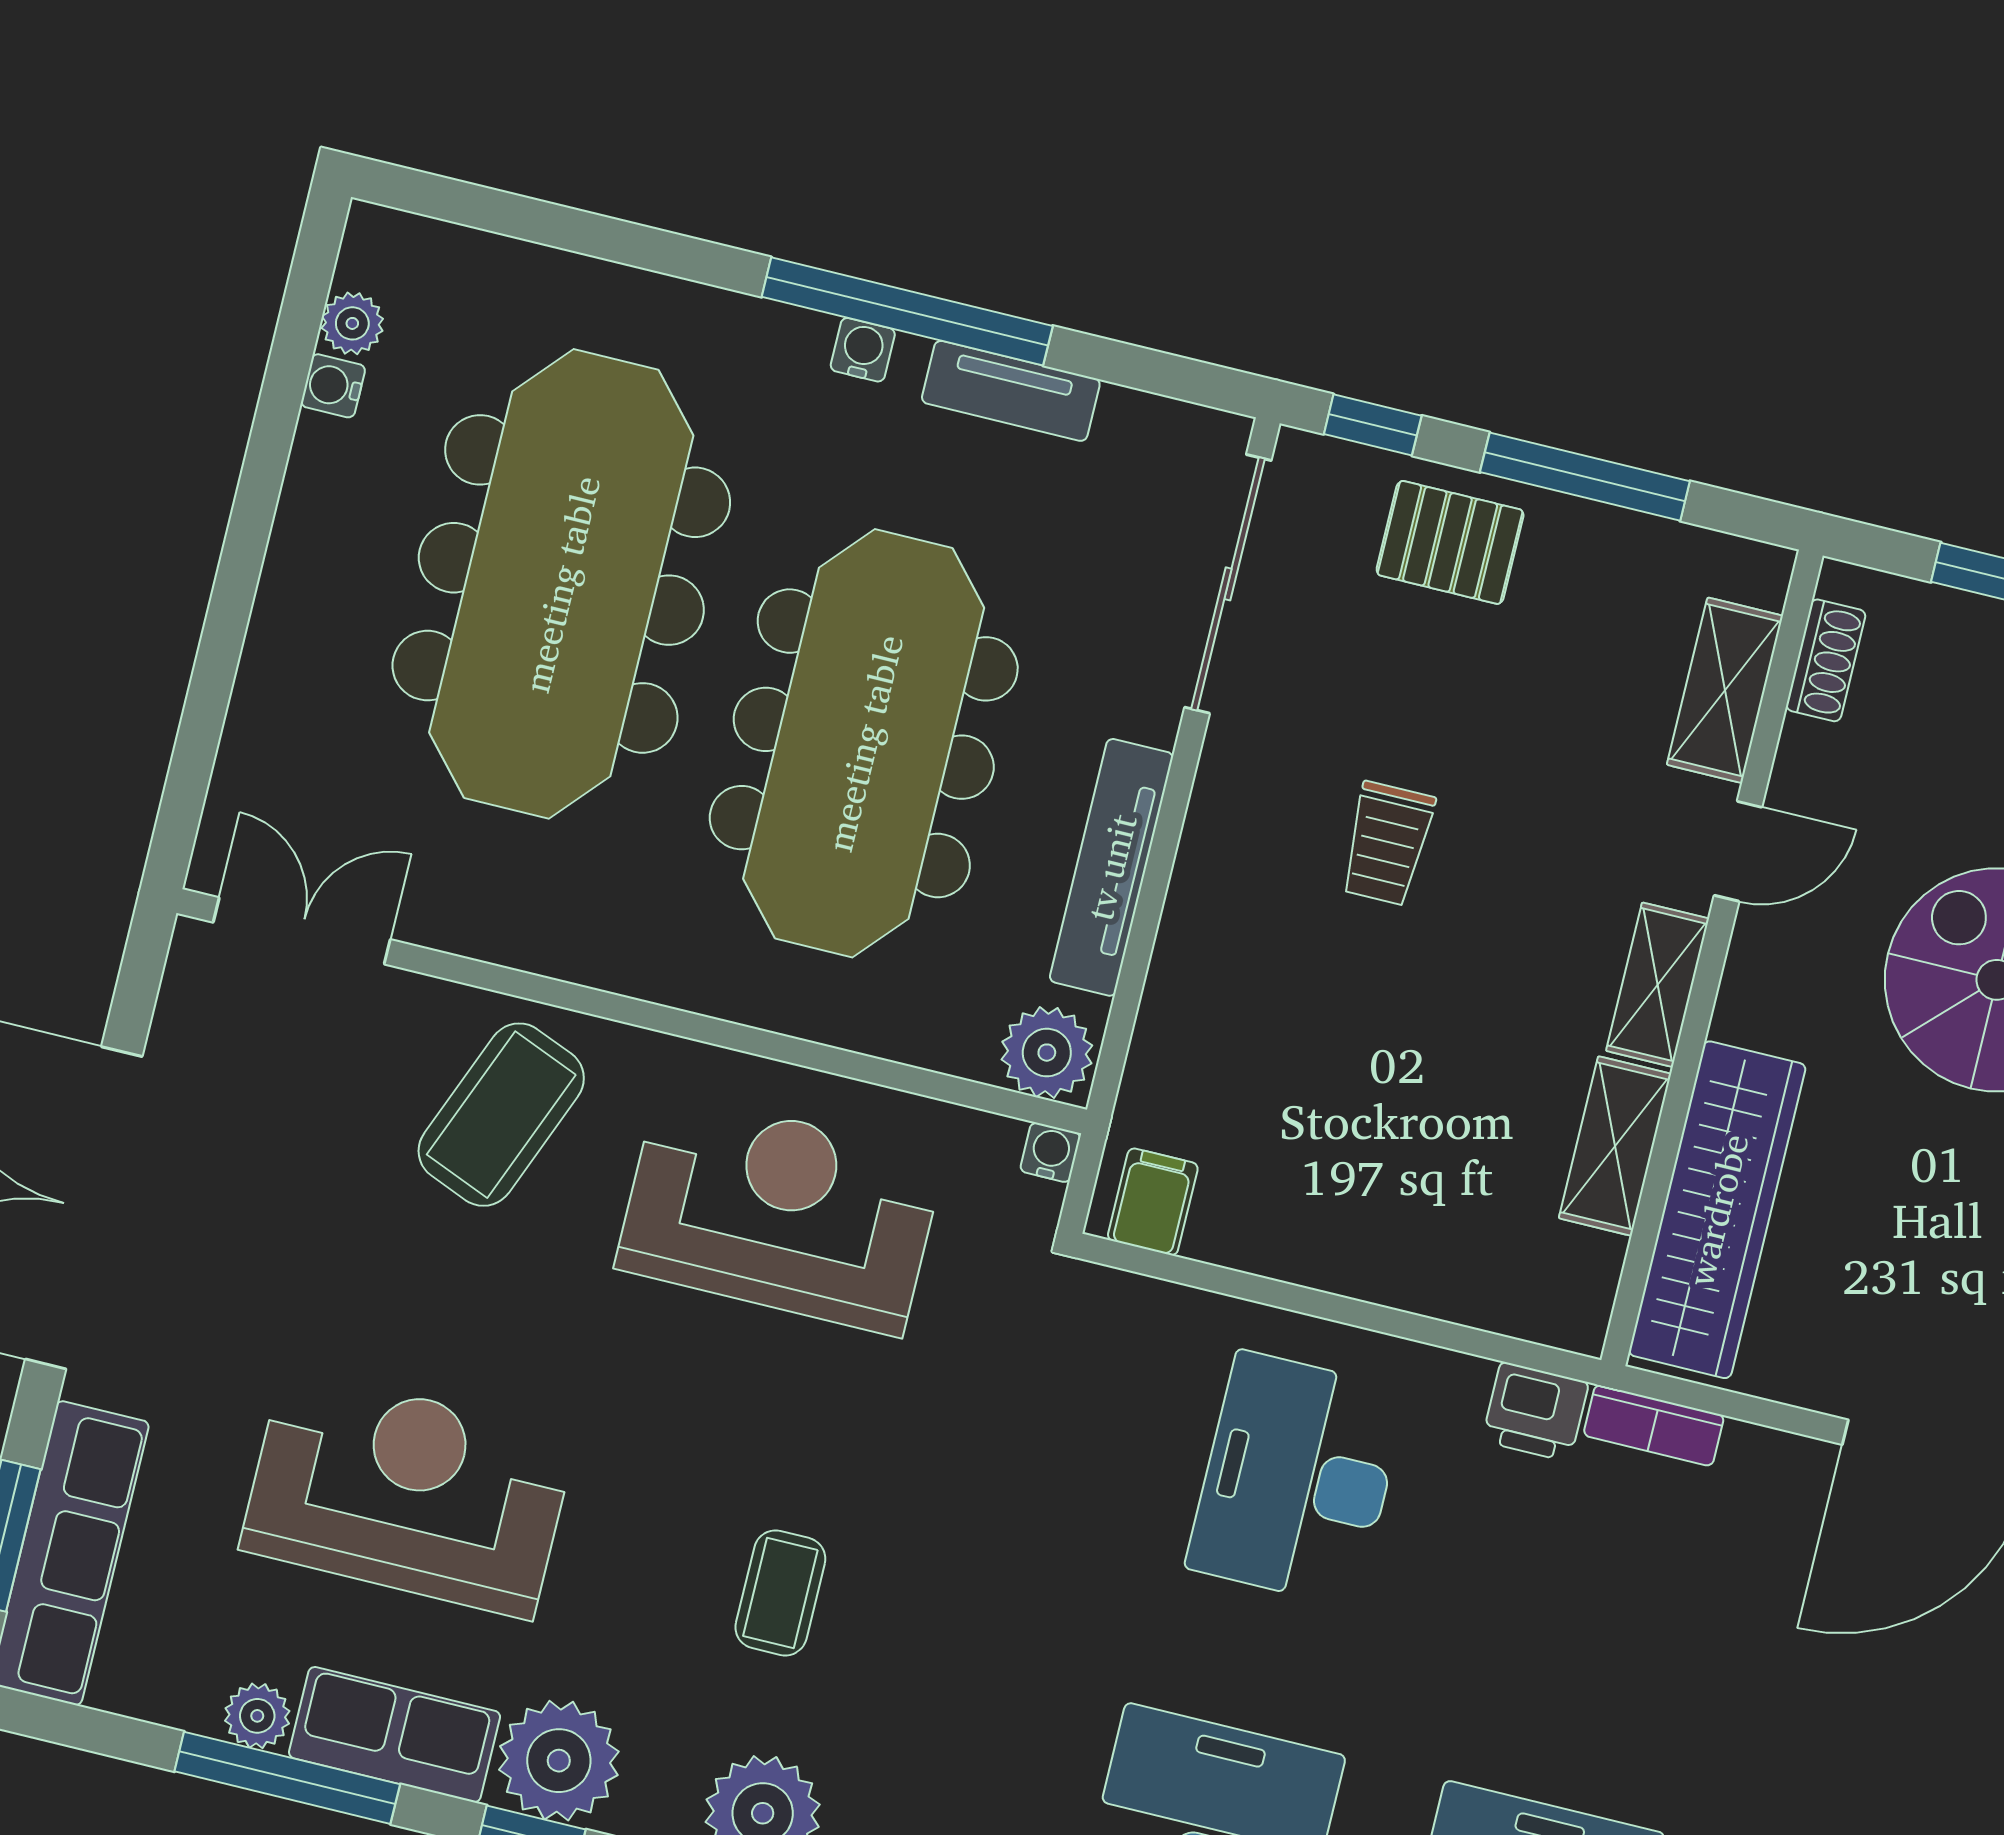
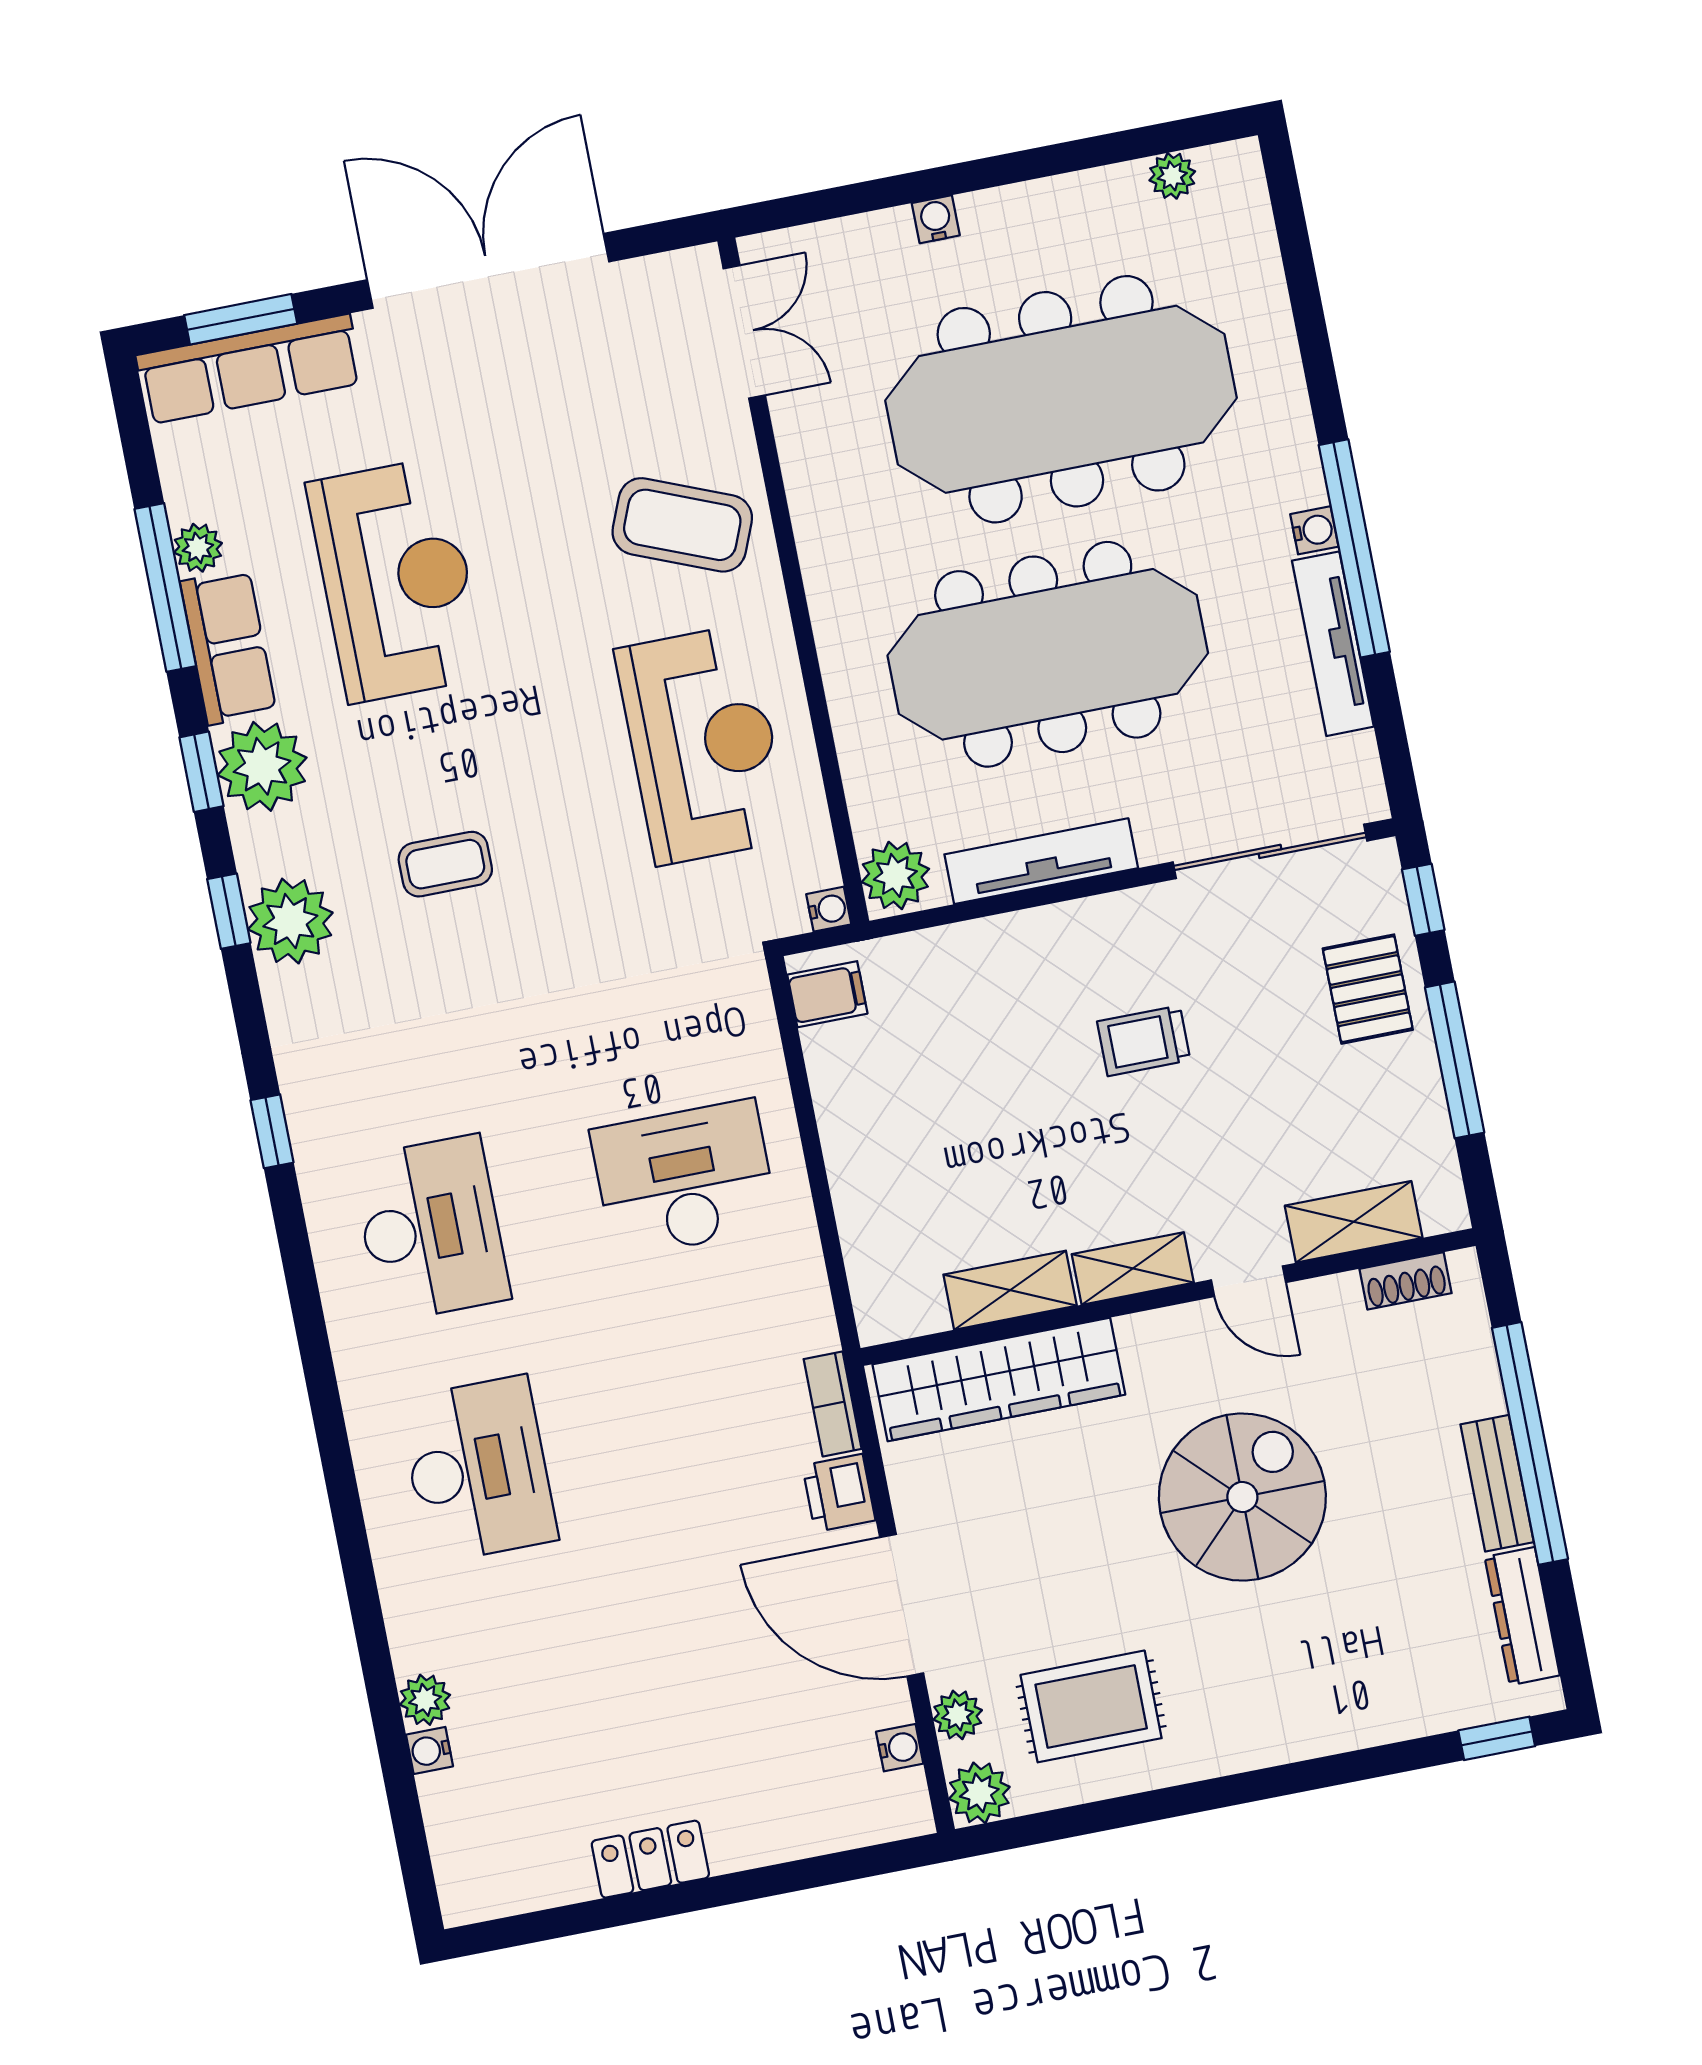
water cooler: (333, 386) -> (936, 219), moved
tv unit: (1011, 391) -> (1333, 644), width x1.41
printer: (1535, 1412) -> (839, 1493), moved

